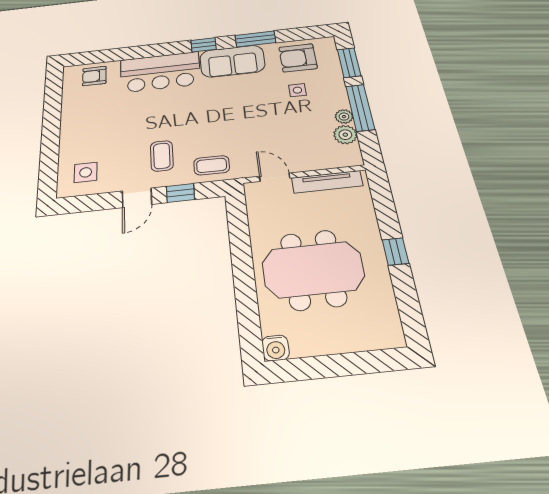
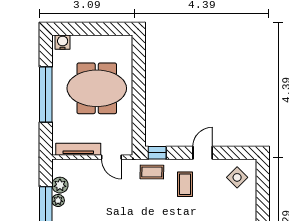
side table: (86, 172) -> (237, 177), turned 45
window: (180, 193) -> (157, 153), moved
window: (395, 251) -> (46, 94), width x3.17
water cooler: (276, 348) -> (63, 42), moved

